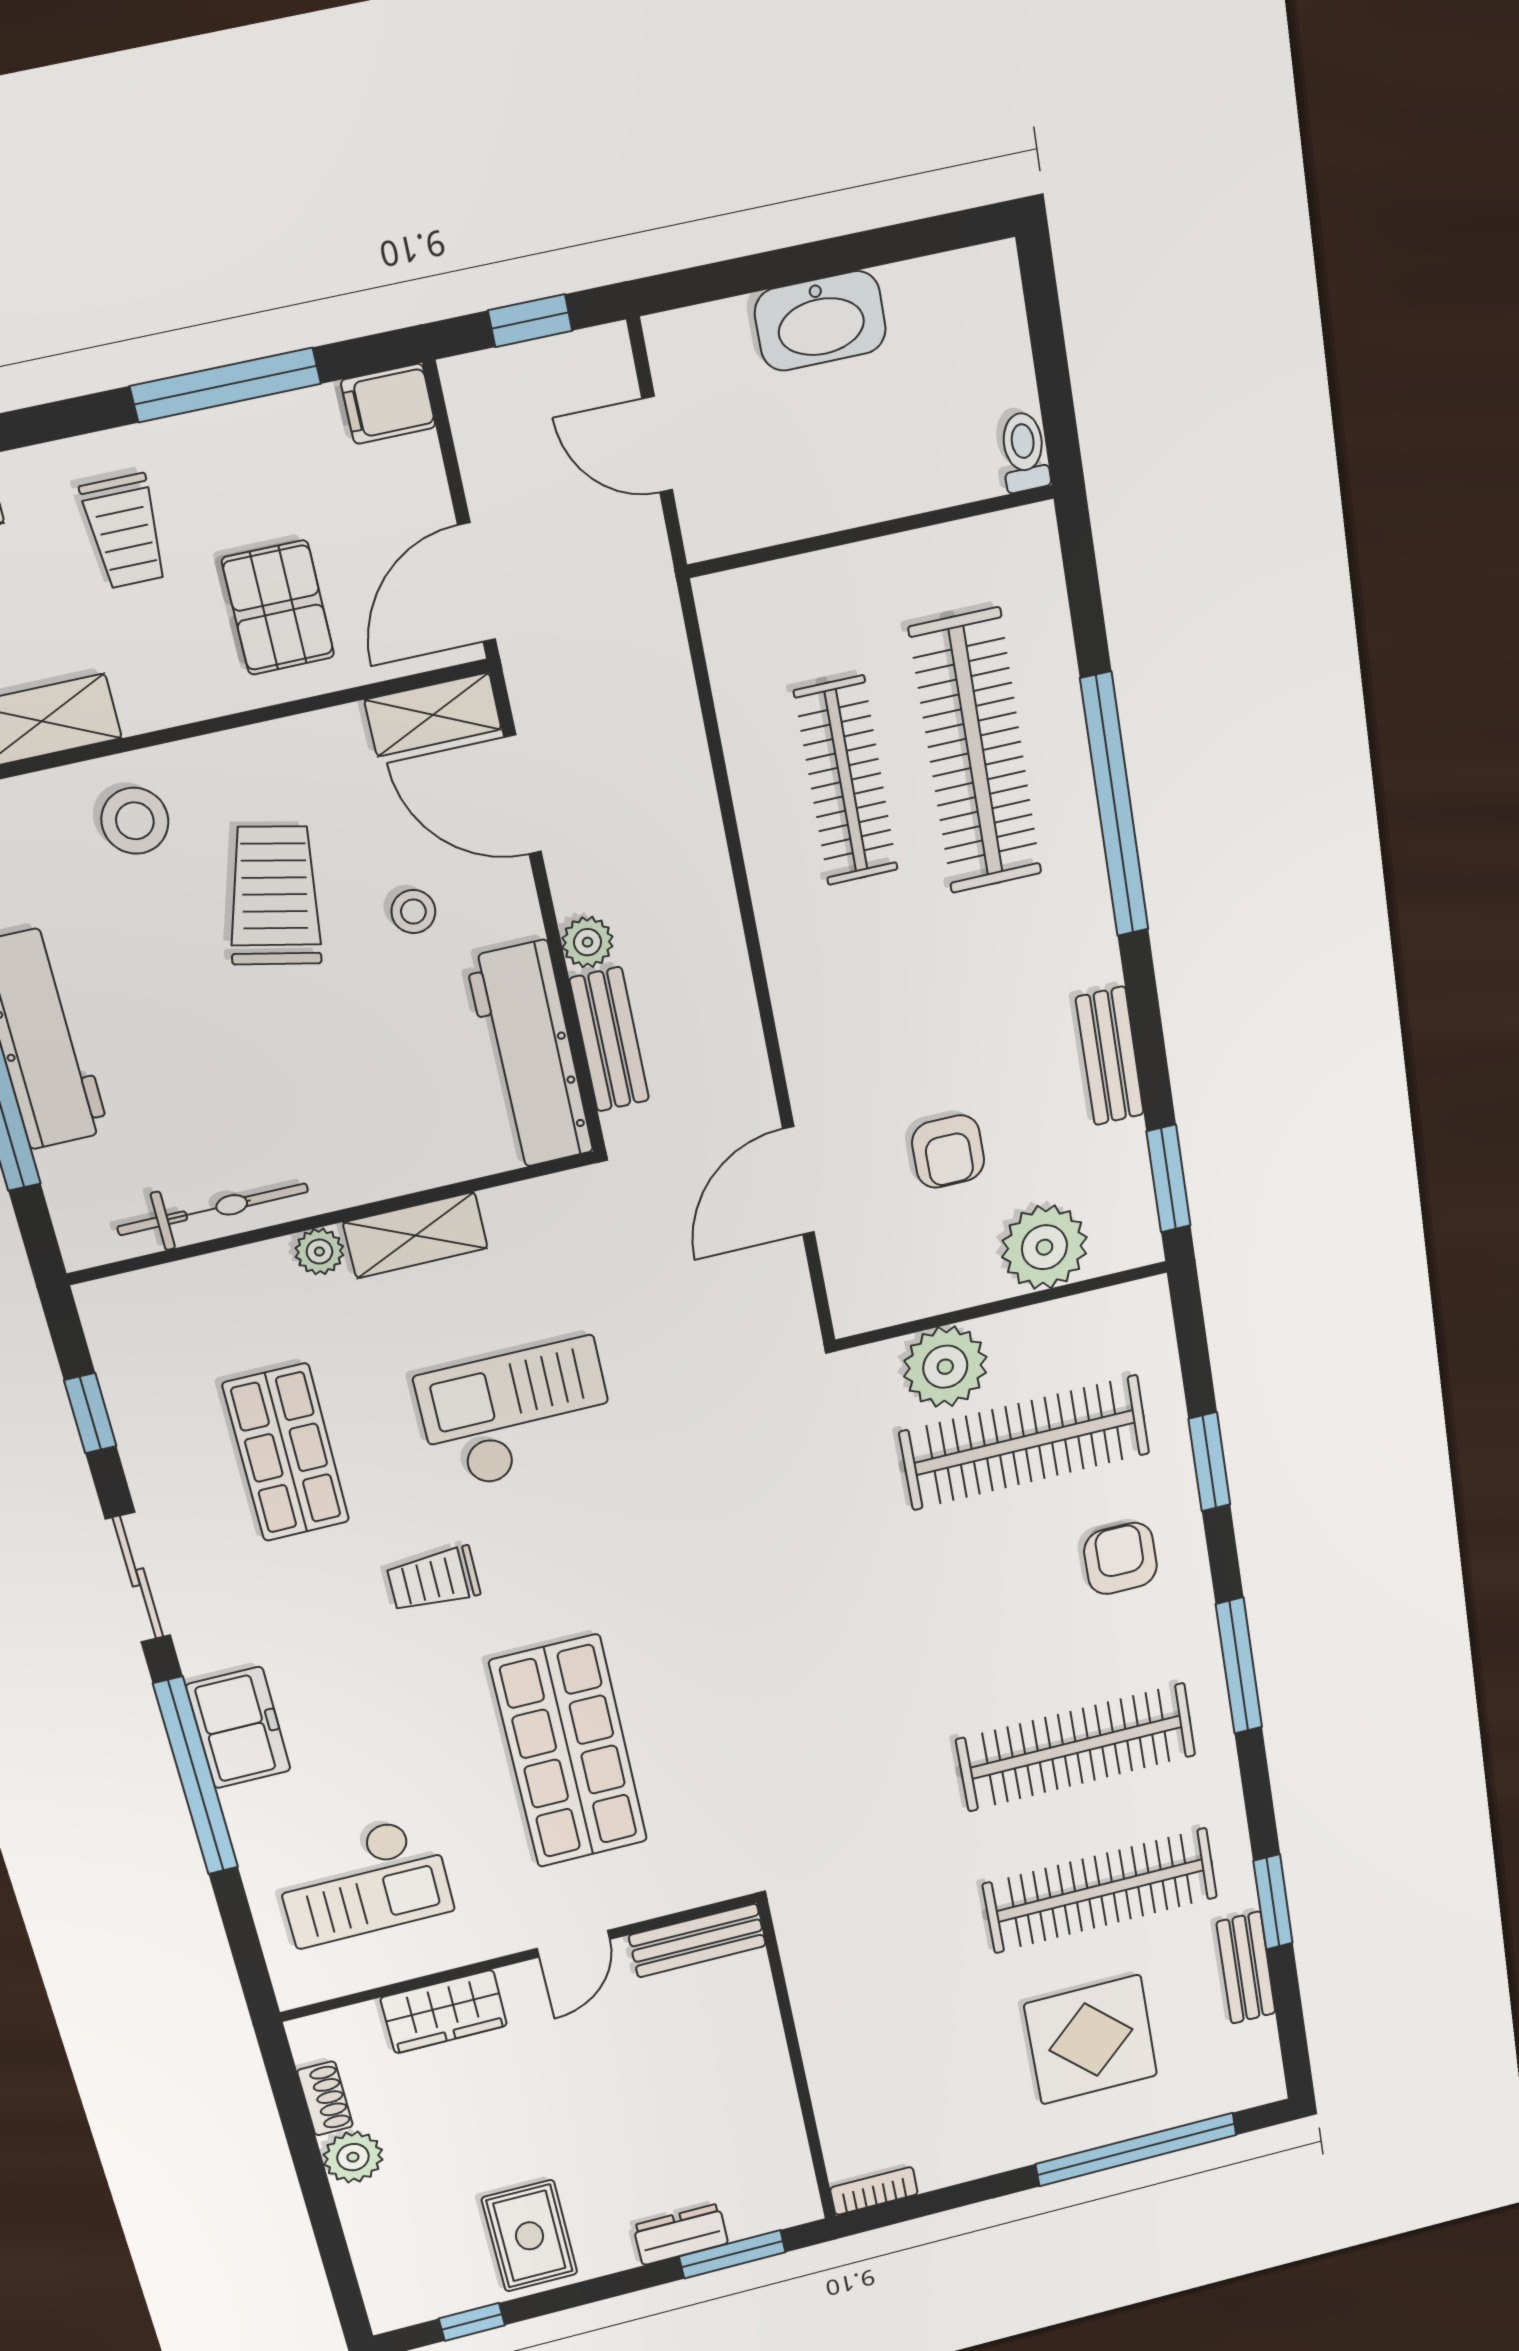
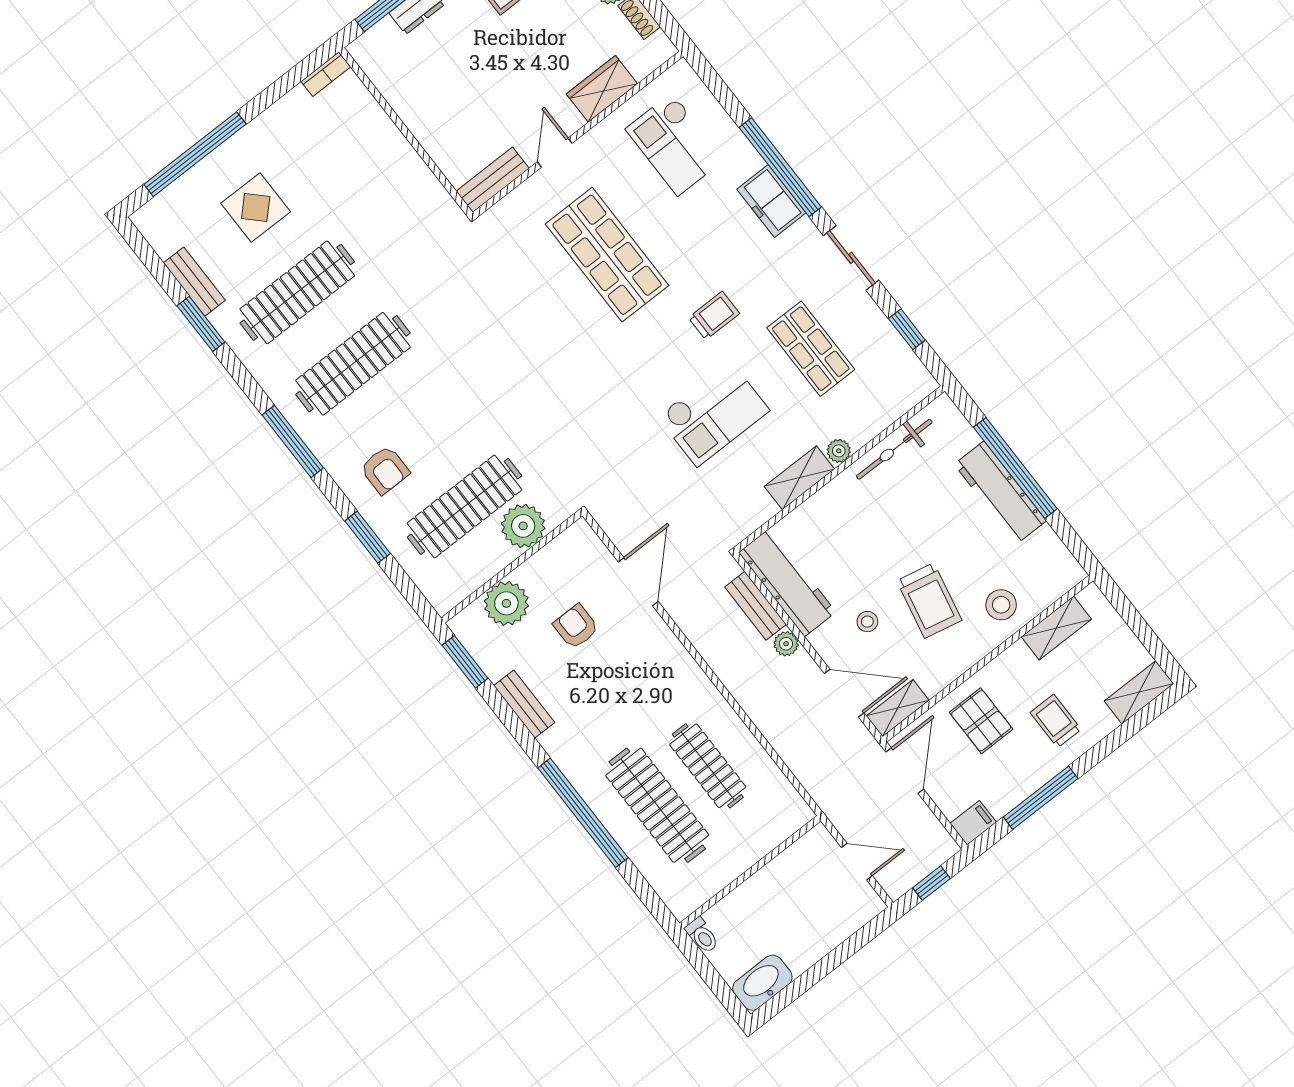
washbasin: (820, 321) -> (762, 983), moved
checkout: (363, 1882) -> (675, 144), turned -90
display table: (1091, 2040) -> (256, 207), width x0.73, depth x0.73

